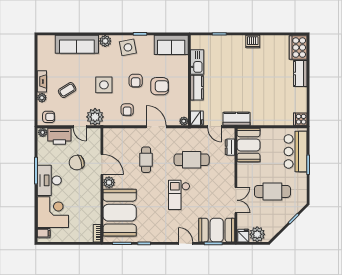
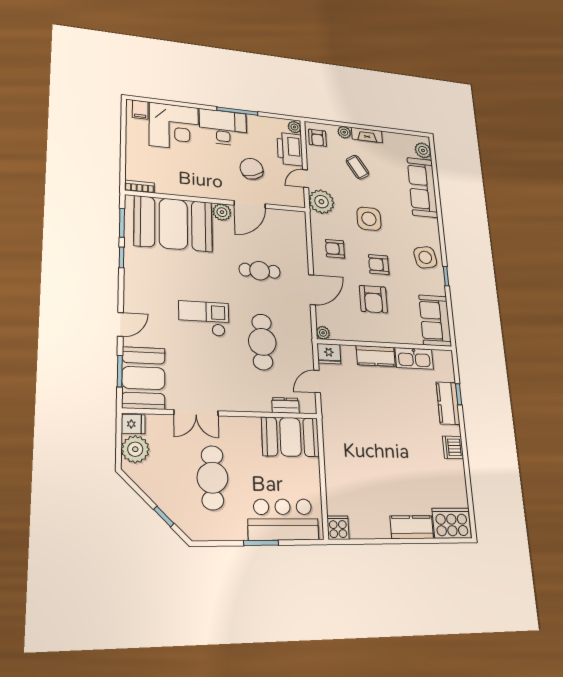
plant: (105, 41) -> (423, 150), moved
kitchen counter: (236, 119) -> (448, 403), moved, turned 180

